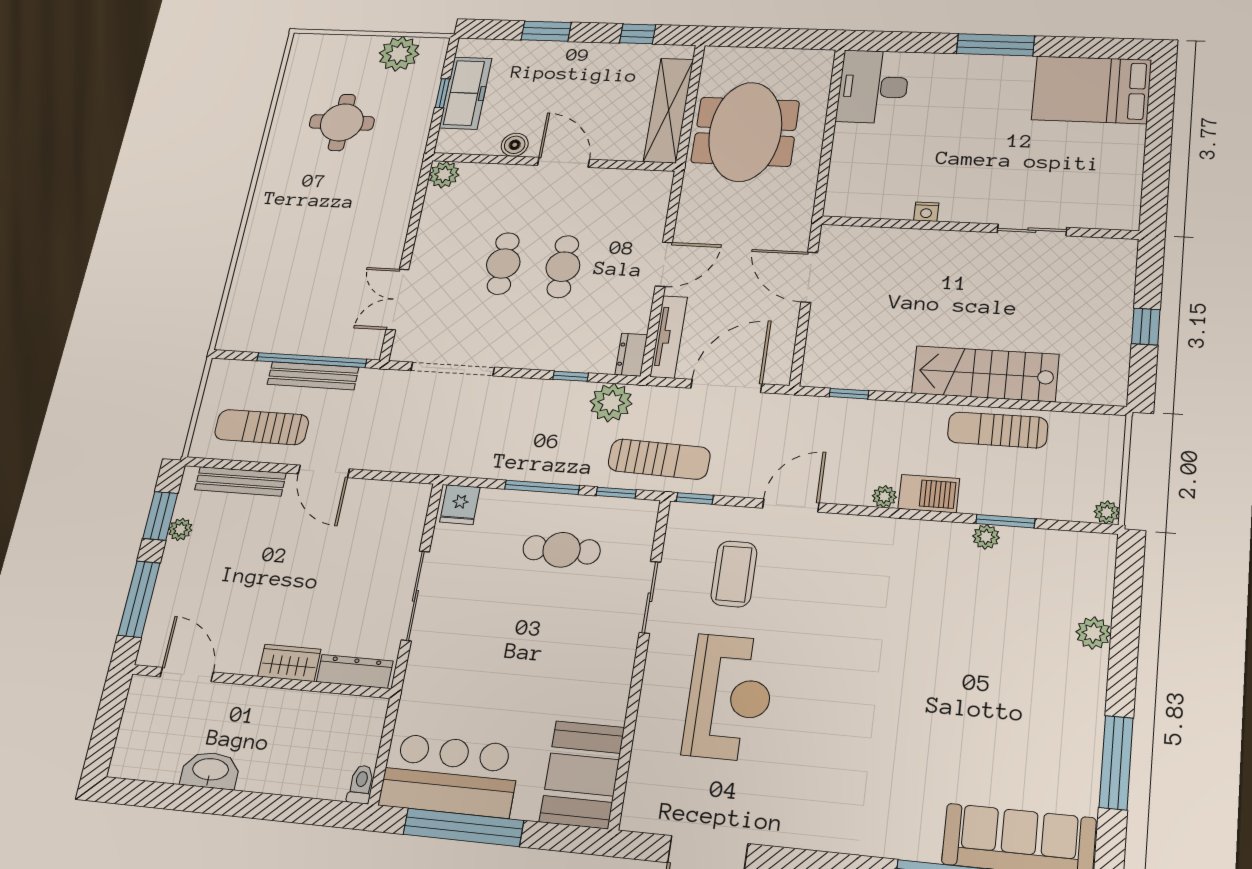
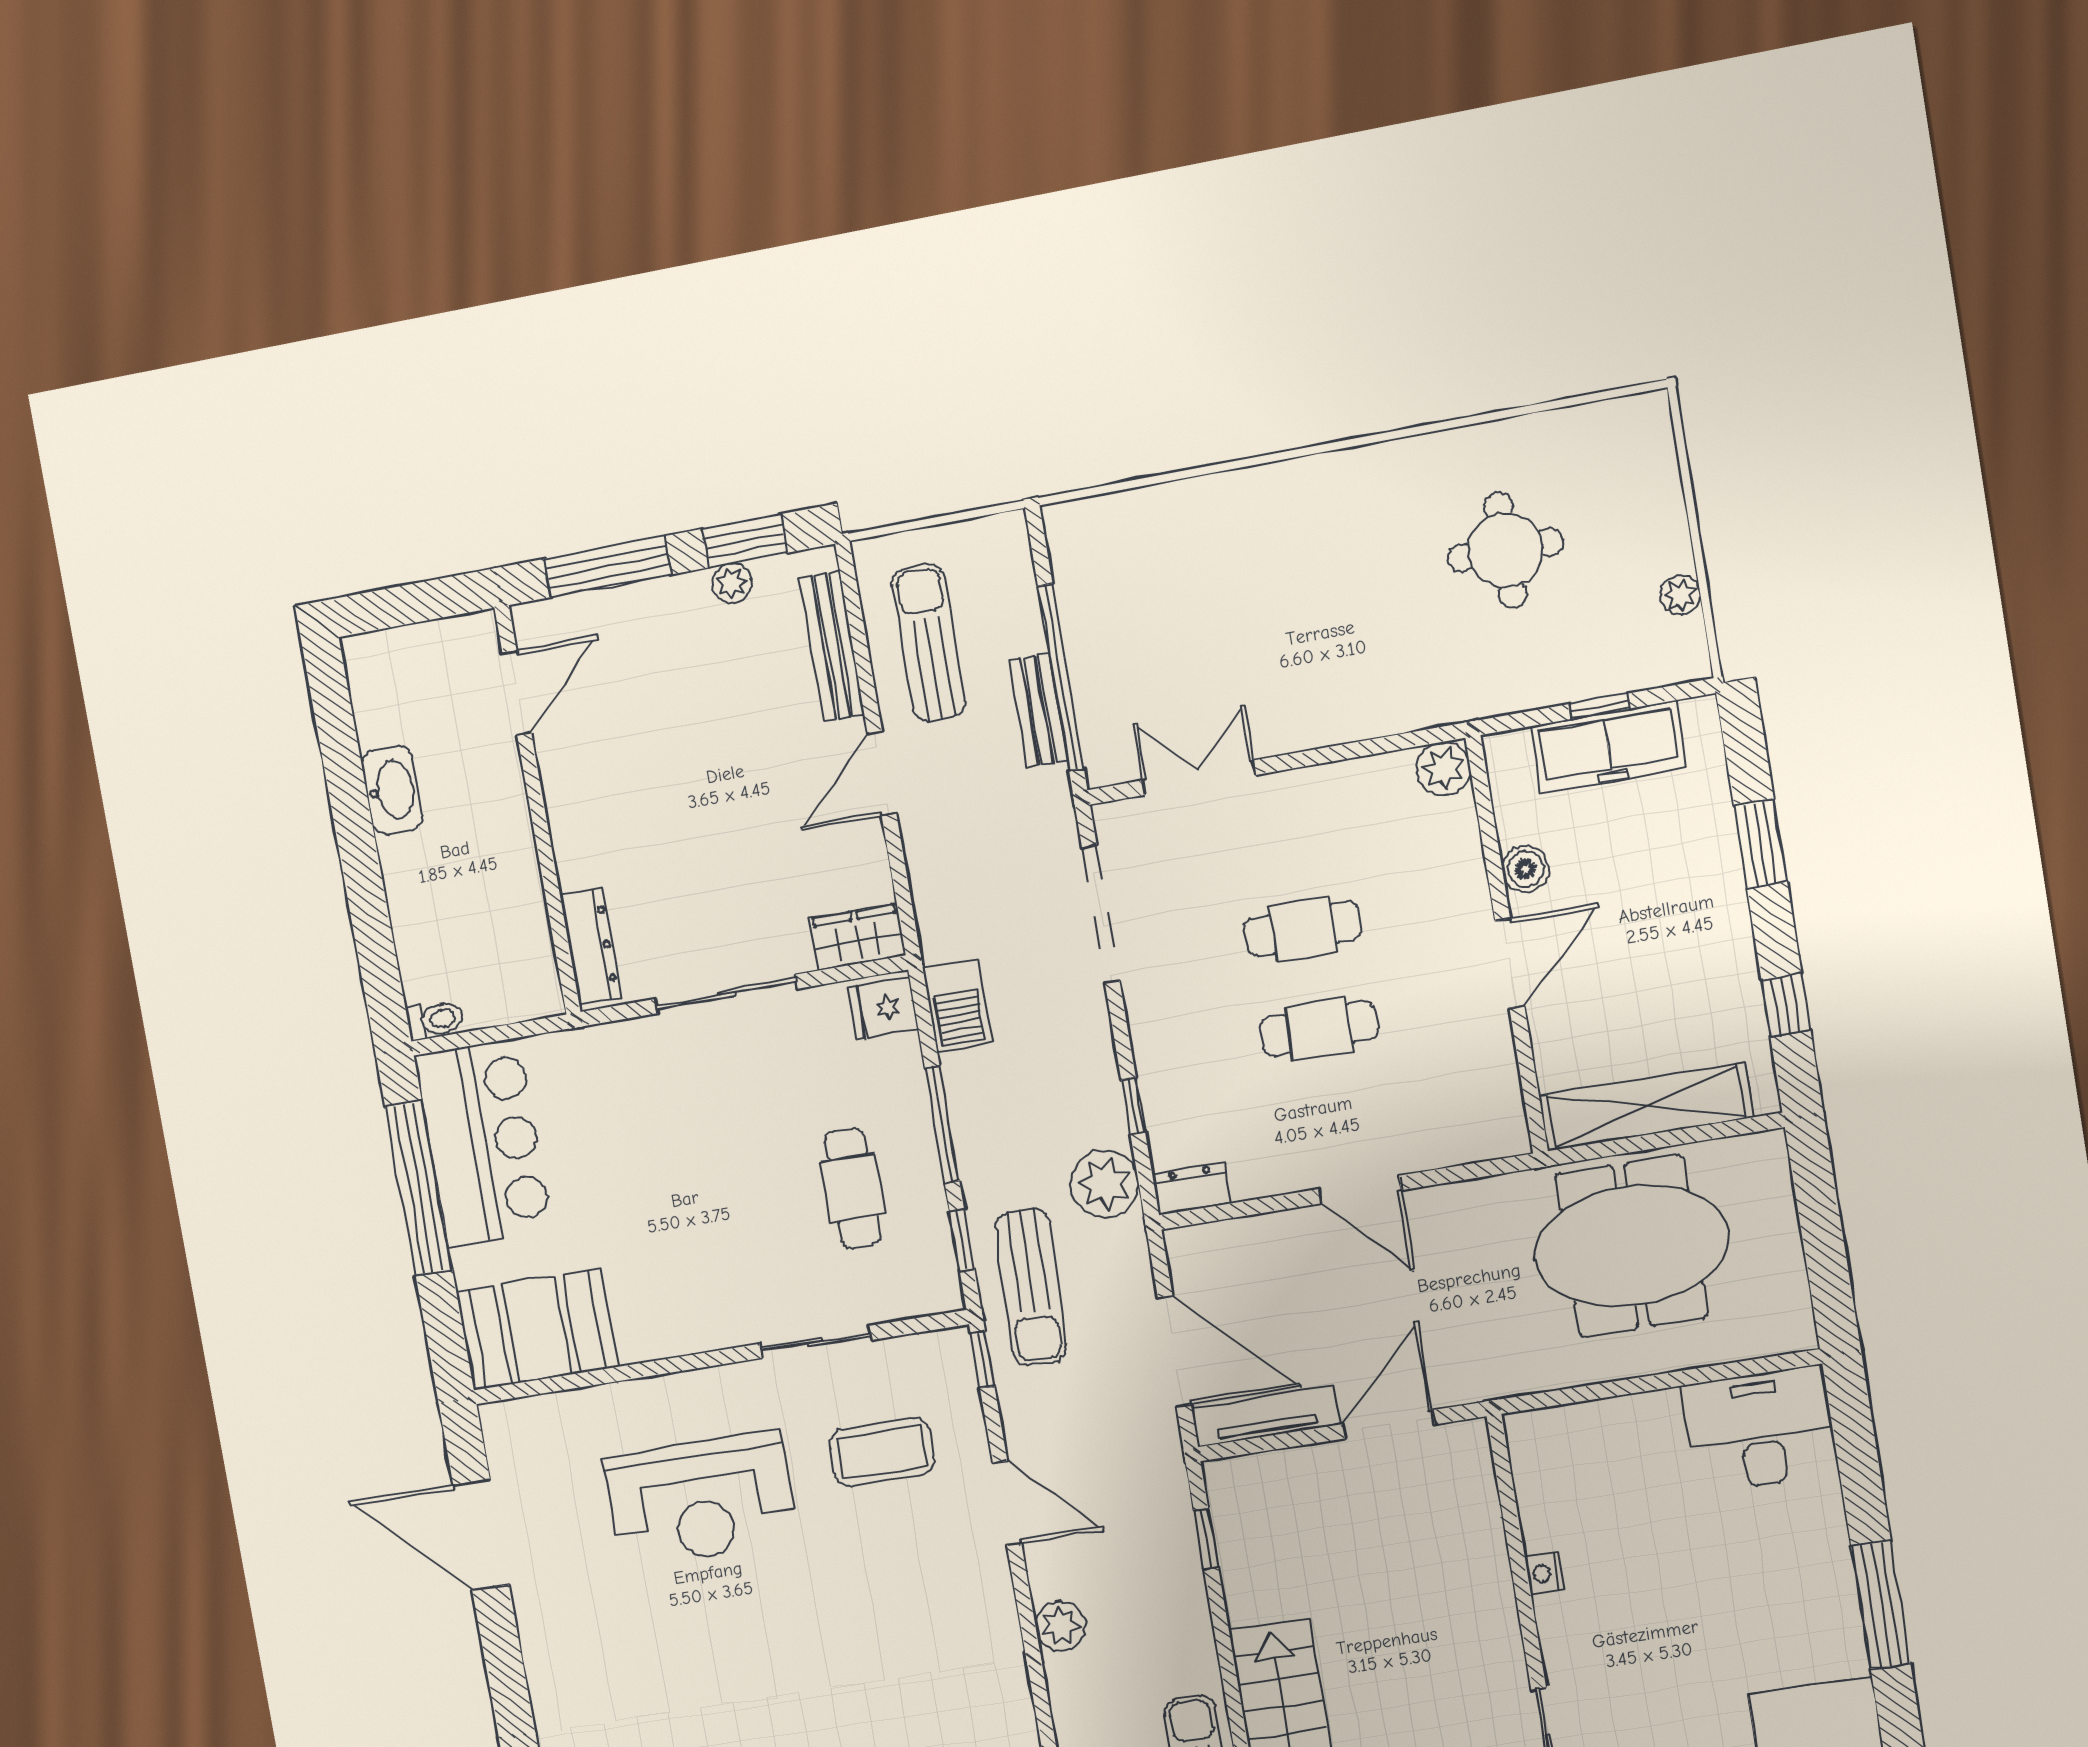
plant: (399, 54) -> (1680, 595), width x0.53, depth x0.53
tv unit: (669, 337) -> (1266, 1417), moved, turned 180
bench: (313, 376) -> (1038, 710), width x0.73
barbecue: (929, 494) -> (957, 1005), moved
plant: (884, 497) -> (1060, 1626), width x1.38, depth x1.38
wardrobe: (289, 663) -> (858, 937), moved, turned -90

